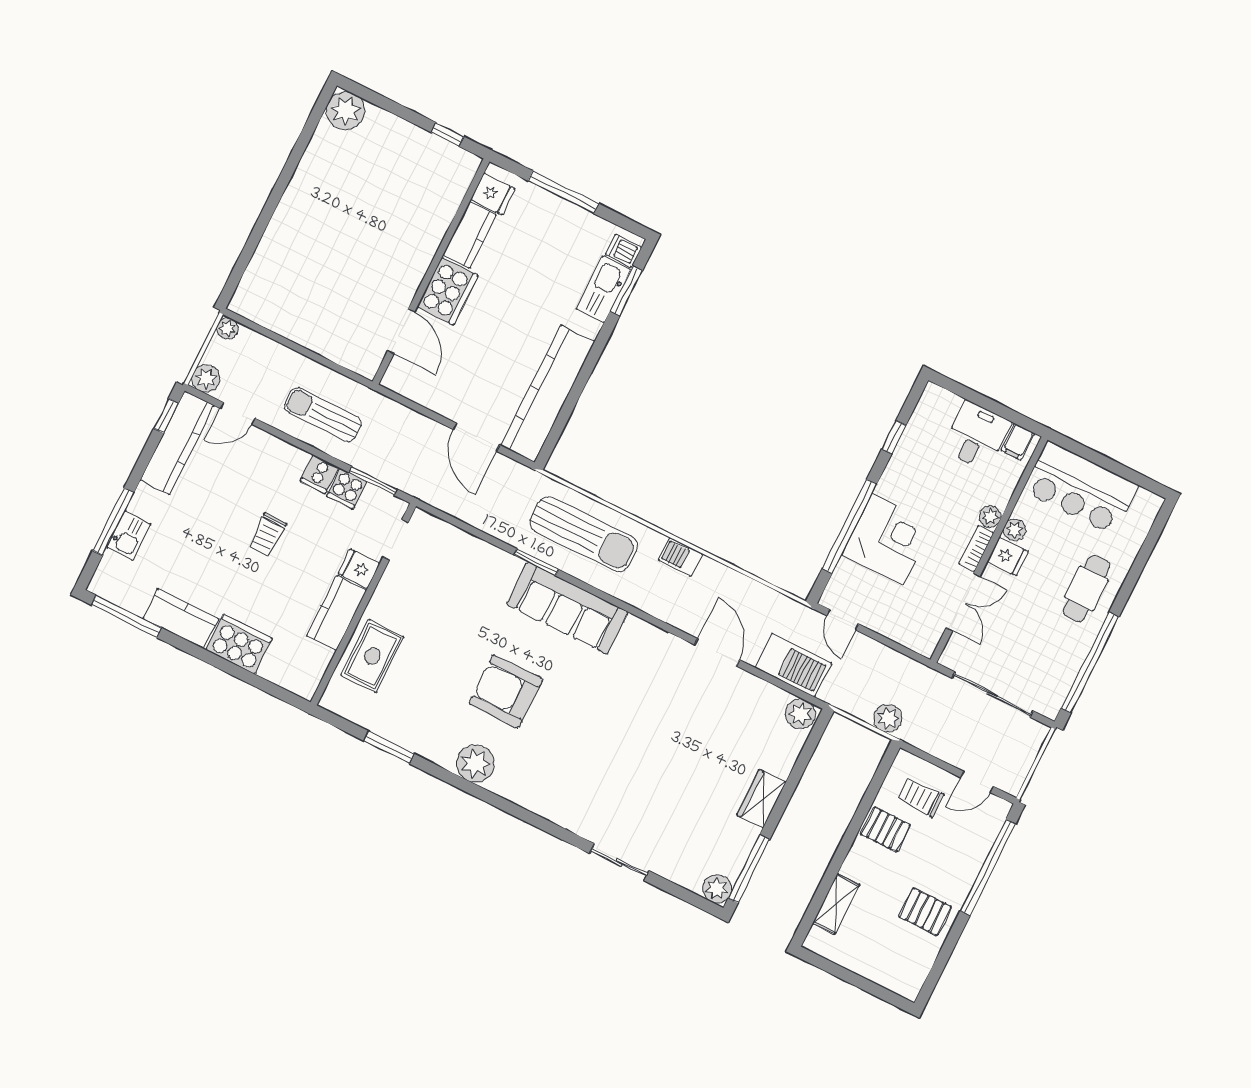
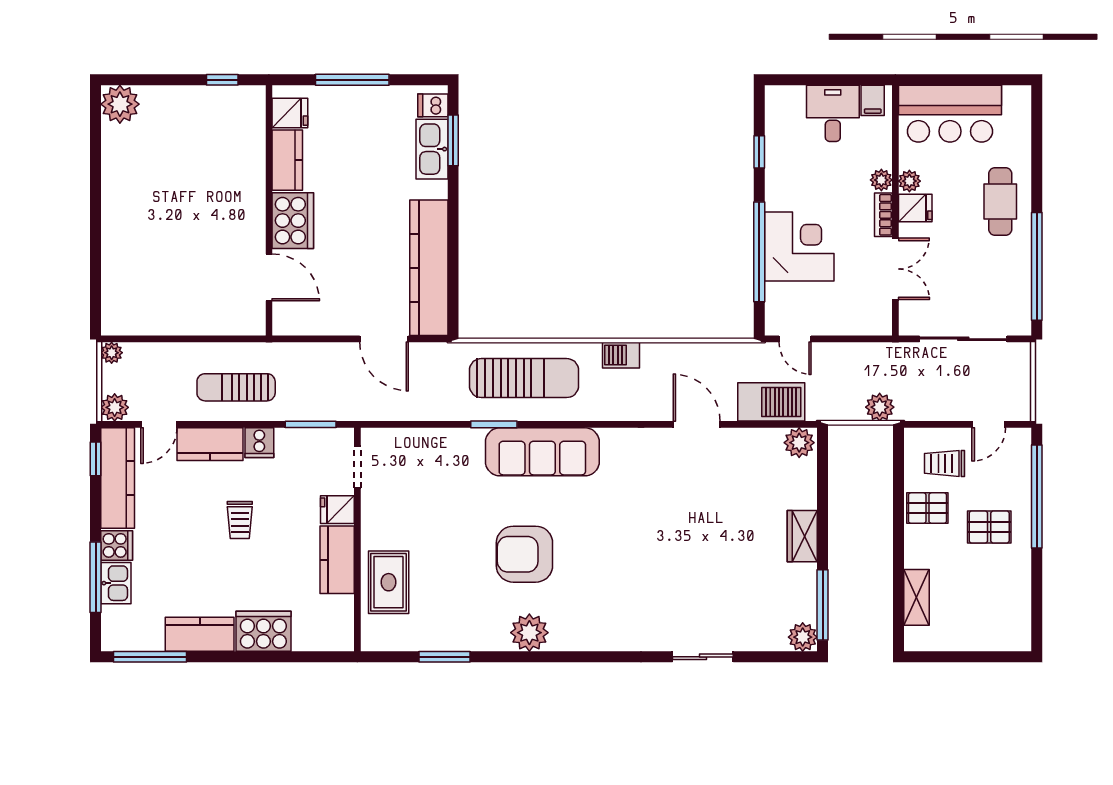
kitchen counter: (275, 454) -> (210, 444), added
cooker: (347, 489) -> (117, 545), moved, turned -90
pallet: (925, 912) -> (989, 527), moved

